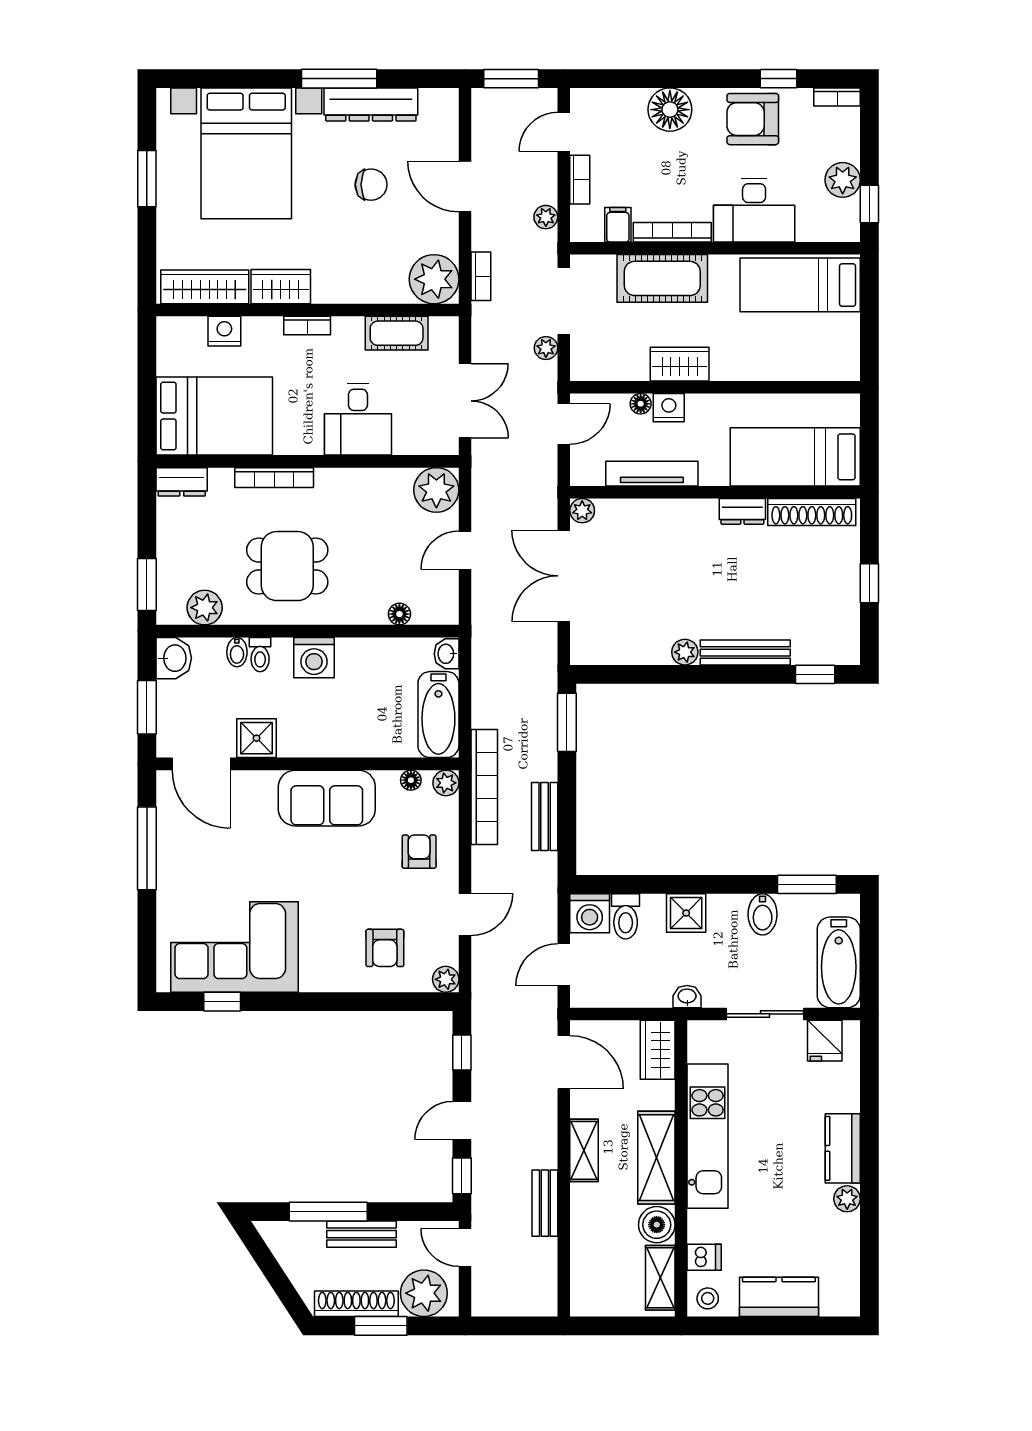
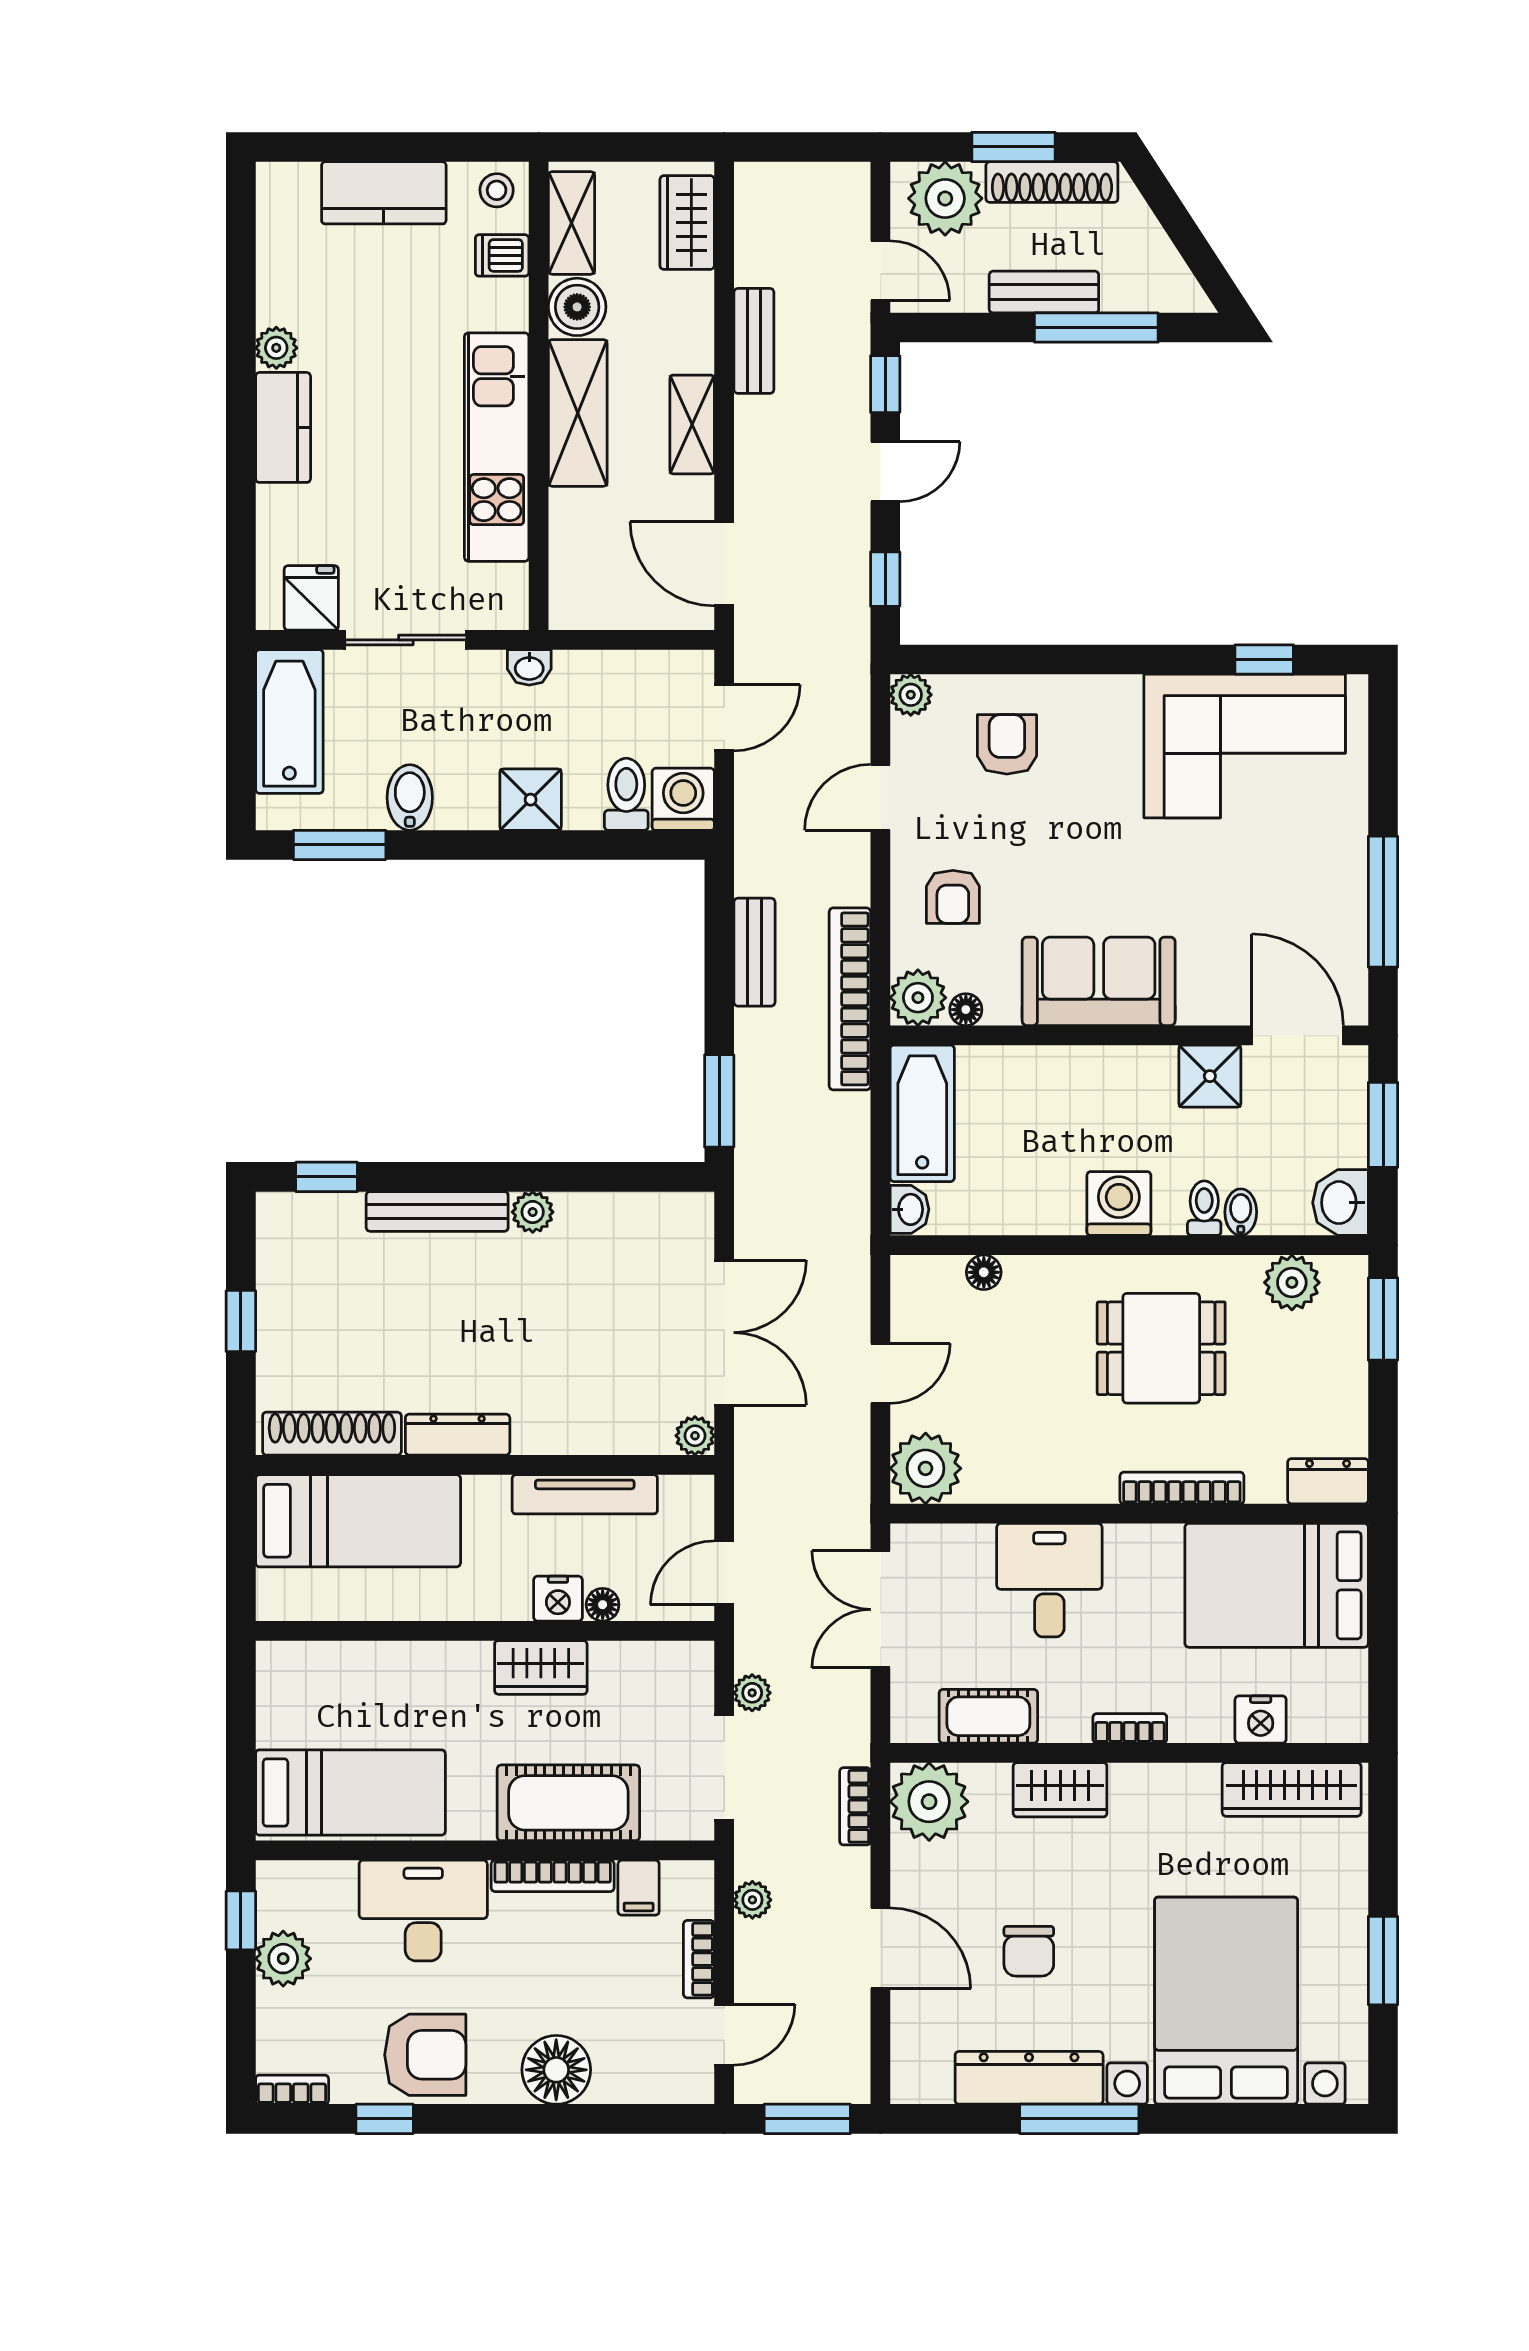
chair: (371, 185) -> (1029, 1951), turned -90
wardrobe: (281, 287) -> (1060, 1790), moved
dresser: (742, 511) -> (458, 1435), width x1.44
plant: (446, 783) -> (918, 998), width x1.38, depth x1.38
wardrobe: (658, 1050) -> (687, 223), moved, turned 180

